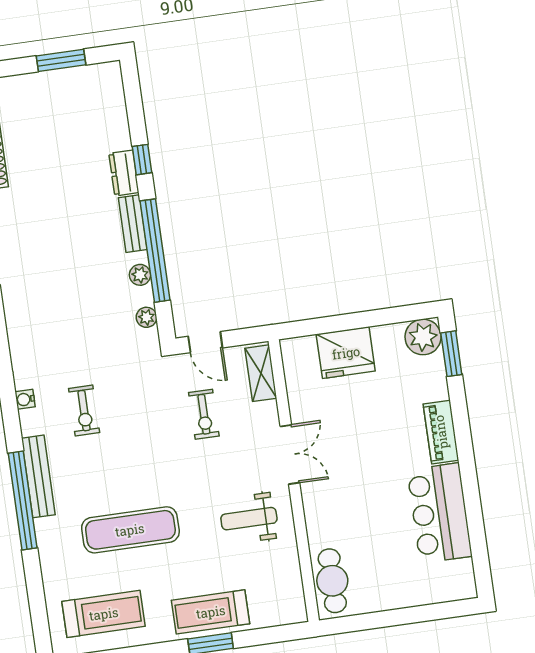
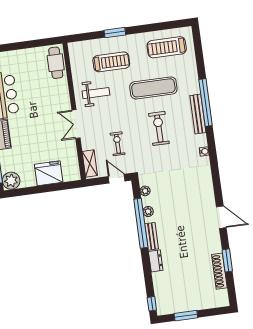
window: (142, 160) -> (152, 304), moved
exercise bike: (84, 411) -> (159, 128), moved, width x1.38, depth x1.39
treadmill: (211, 612) -> (111, 62), moved

